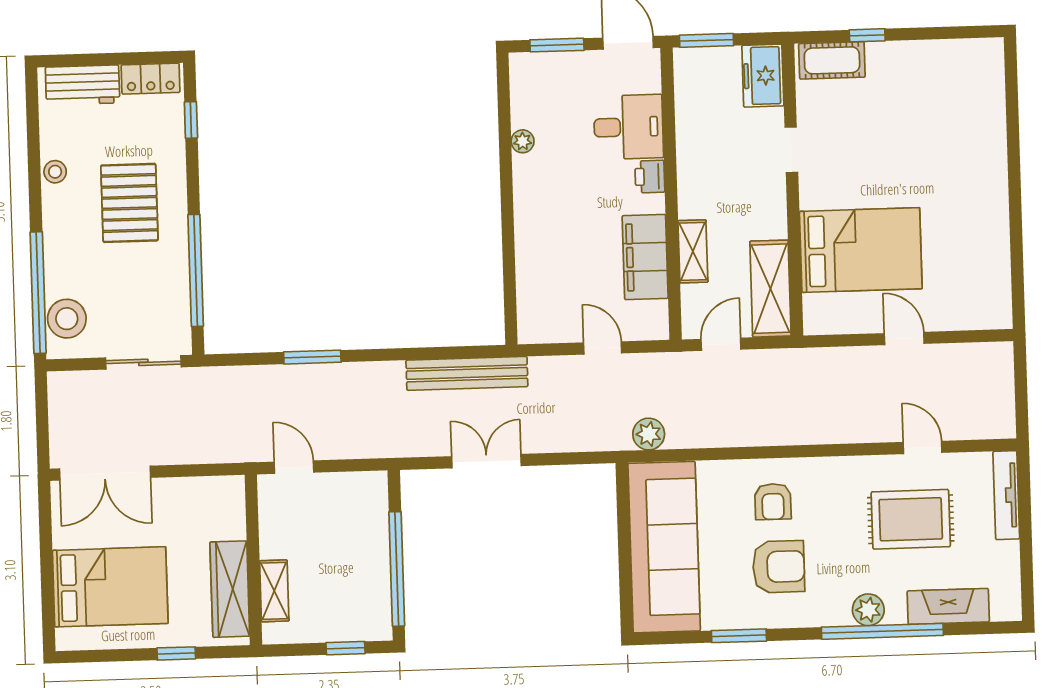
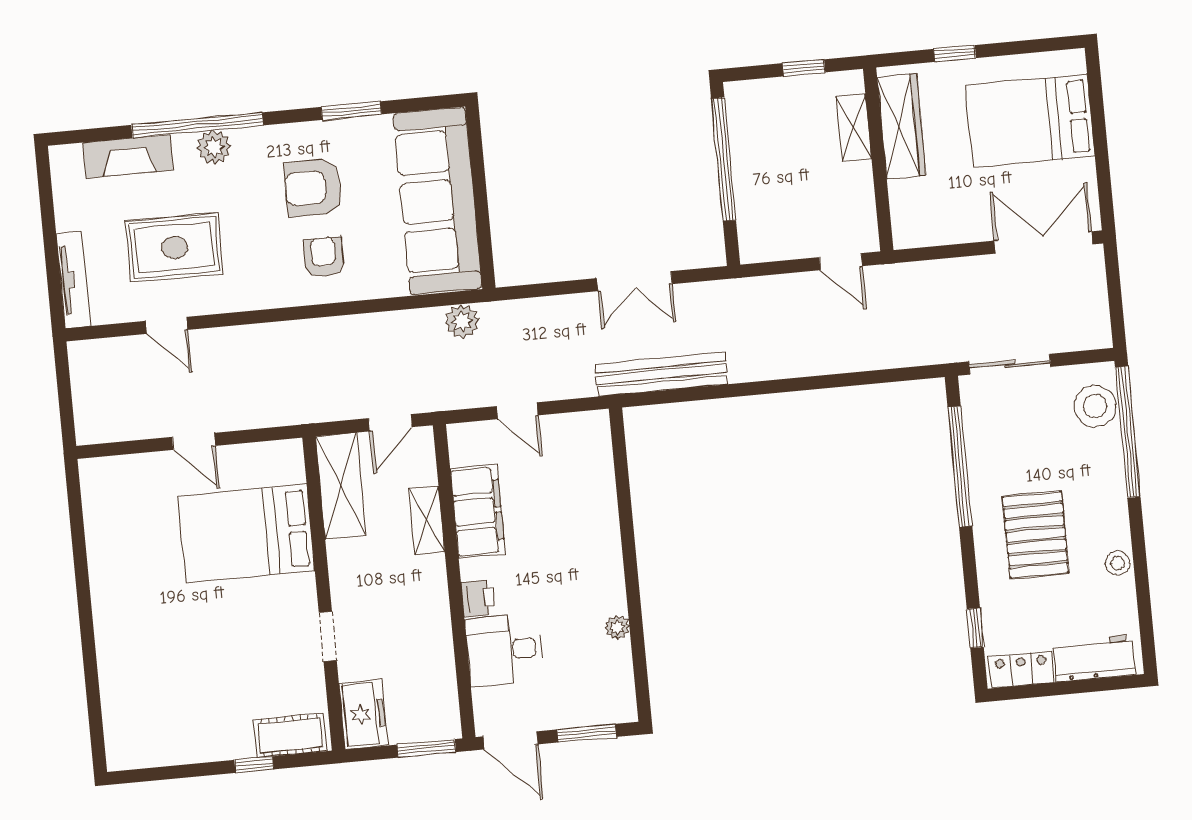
window: (312, 357) -> (829, 381), removed
window: (346, 648) -> (804, 68), moved

